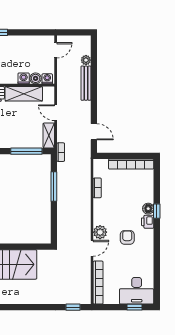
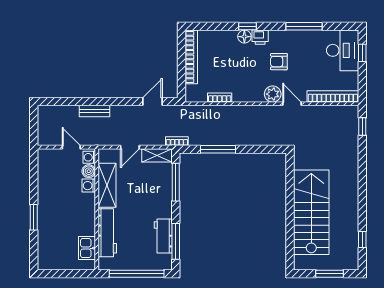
door: (56, 50) -> (71, 147), moved
plant: (86, 60) -> (67, 111), removed
bench: (86, 83) -> (94, 111), width x0.73
window: (157, 258) -> (304, 26), added

